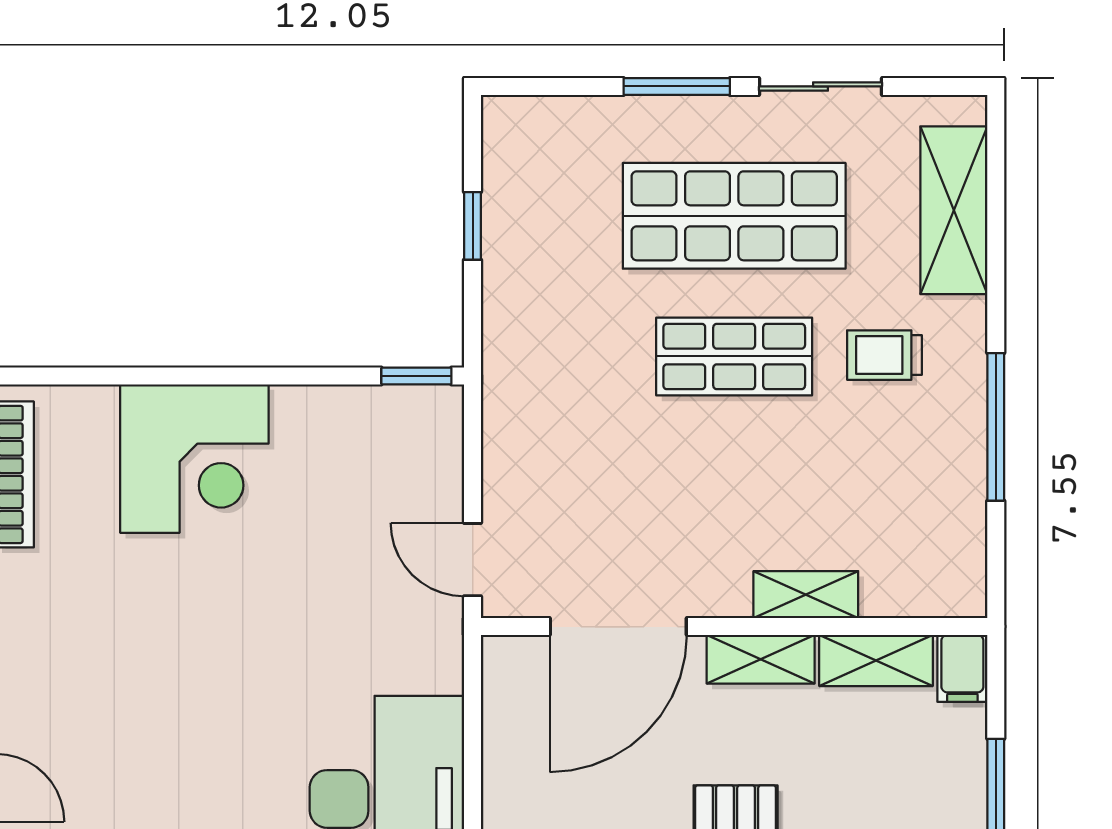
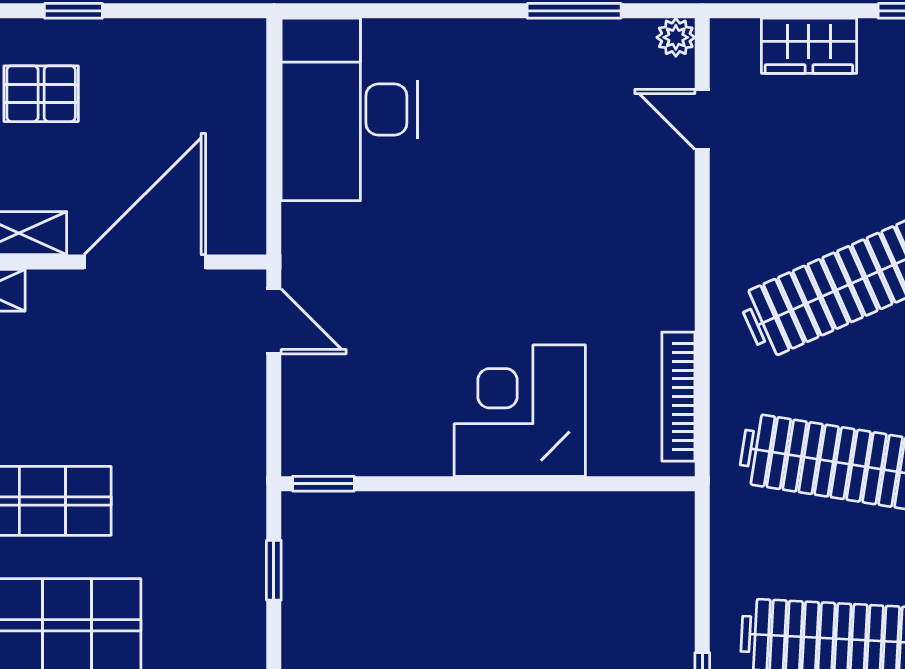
window: (473, 226) -> (274, 570), moved

